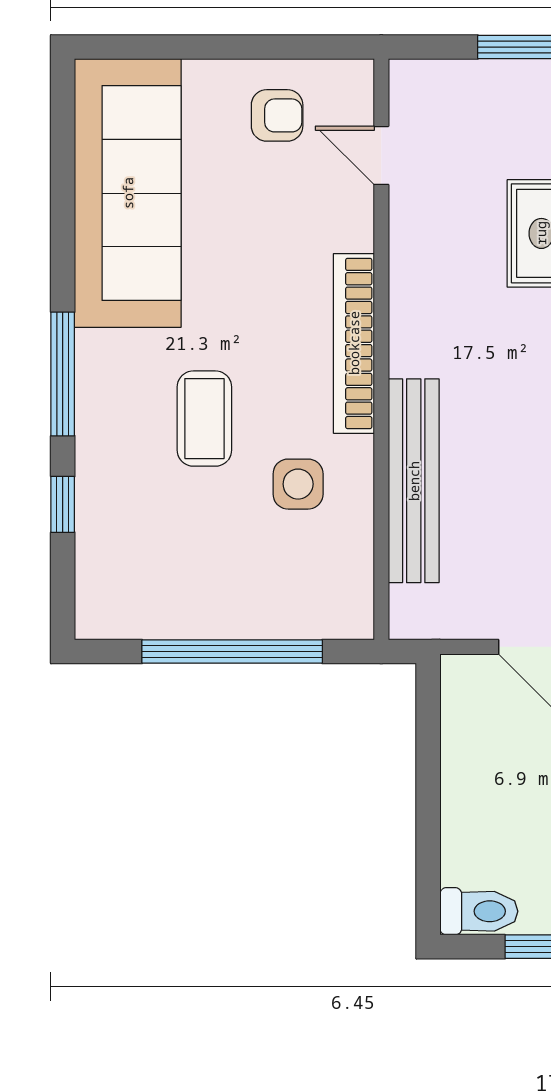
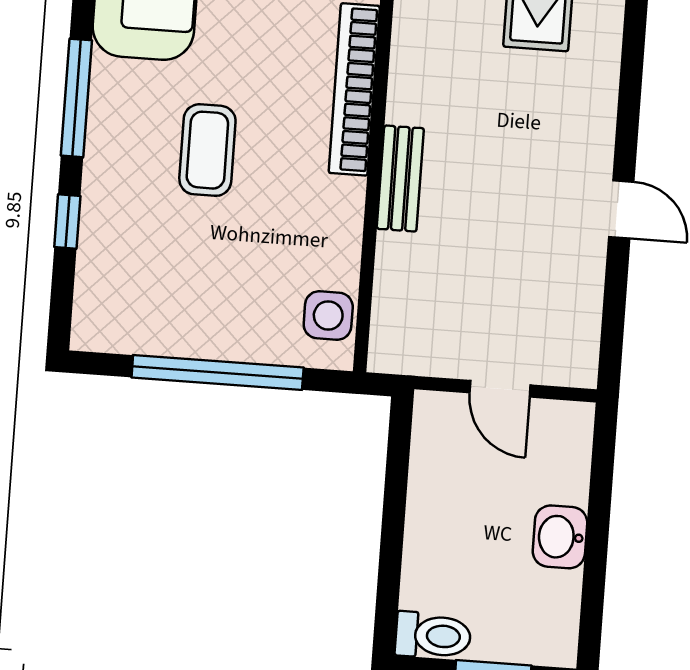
bench: (414, 481) -> (400, 179), width x0.54, depth x0.82
side table: (298, 484) -> (328, 315), moved

